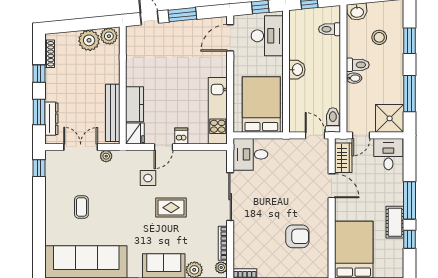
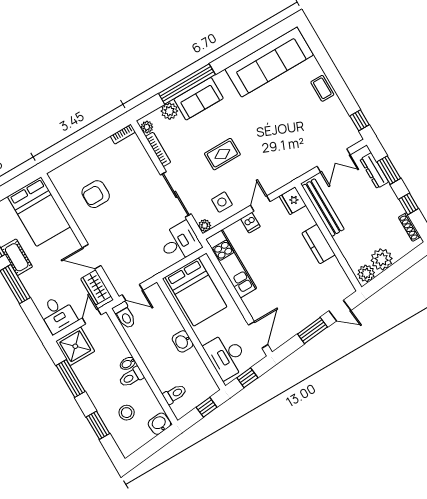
kitchen counter: (134, 104) -> (319, 244), moved
plant: (106, 156) -> (205, 226), moved
side table: (148, 178) -> (222, 202), moved
coffee table: (81, 207) -> (322, 88), moved

